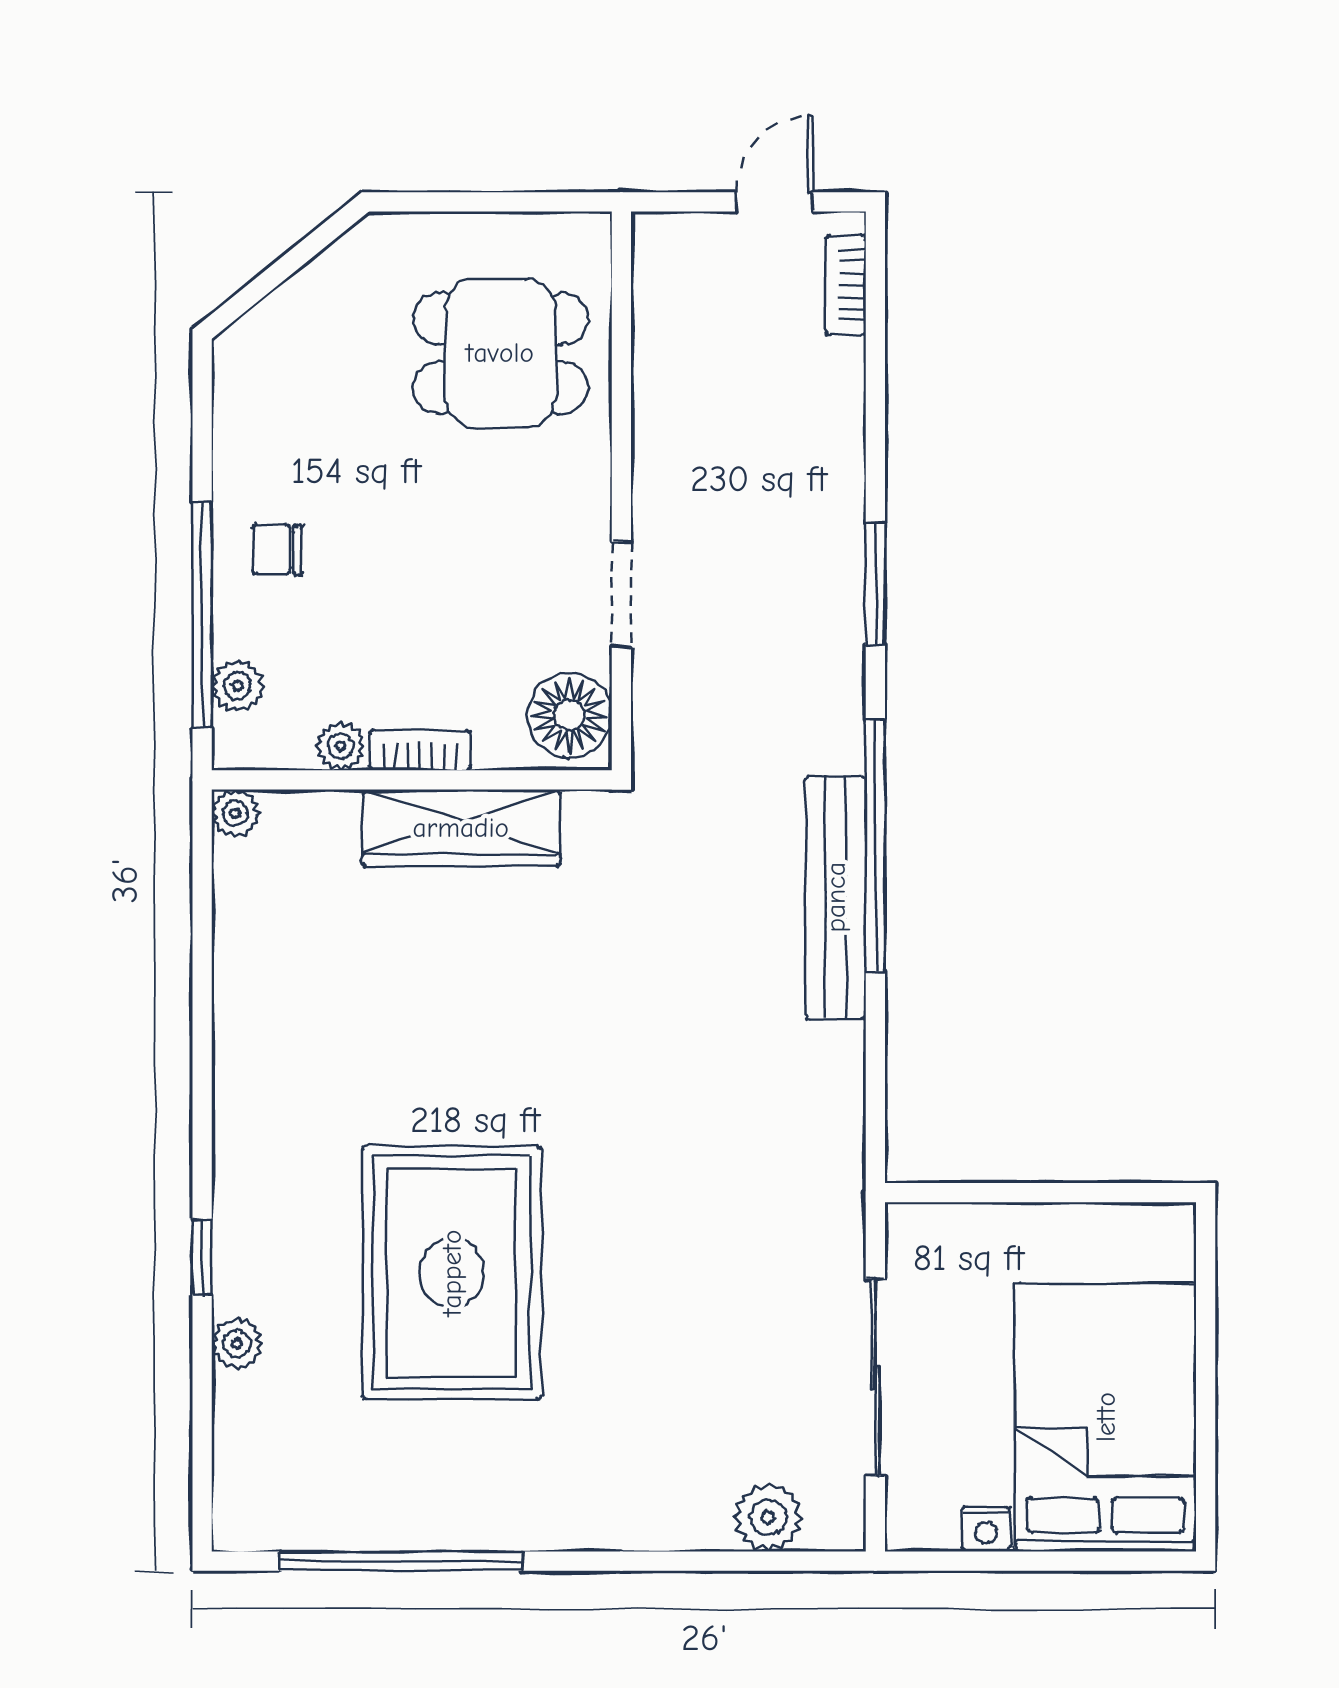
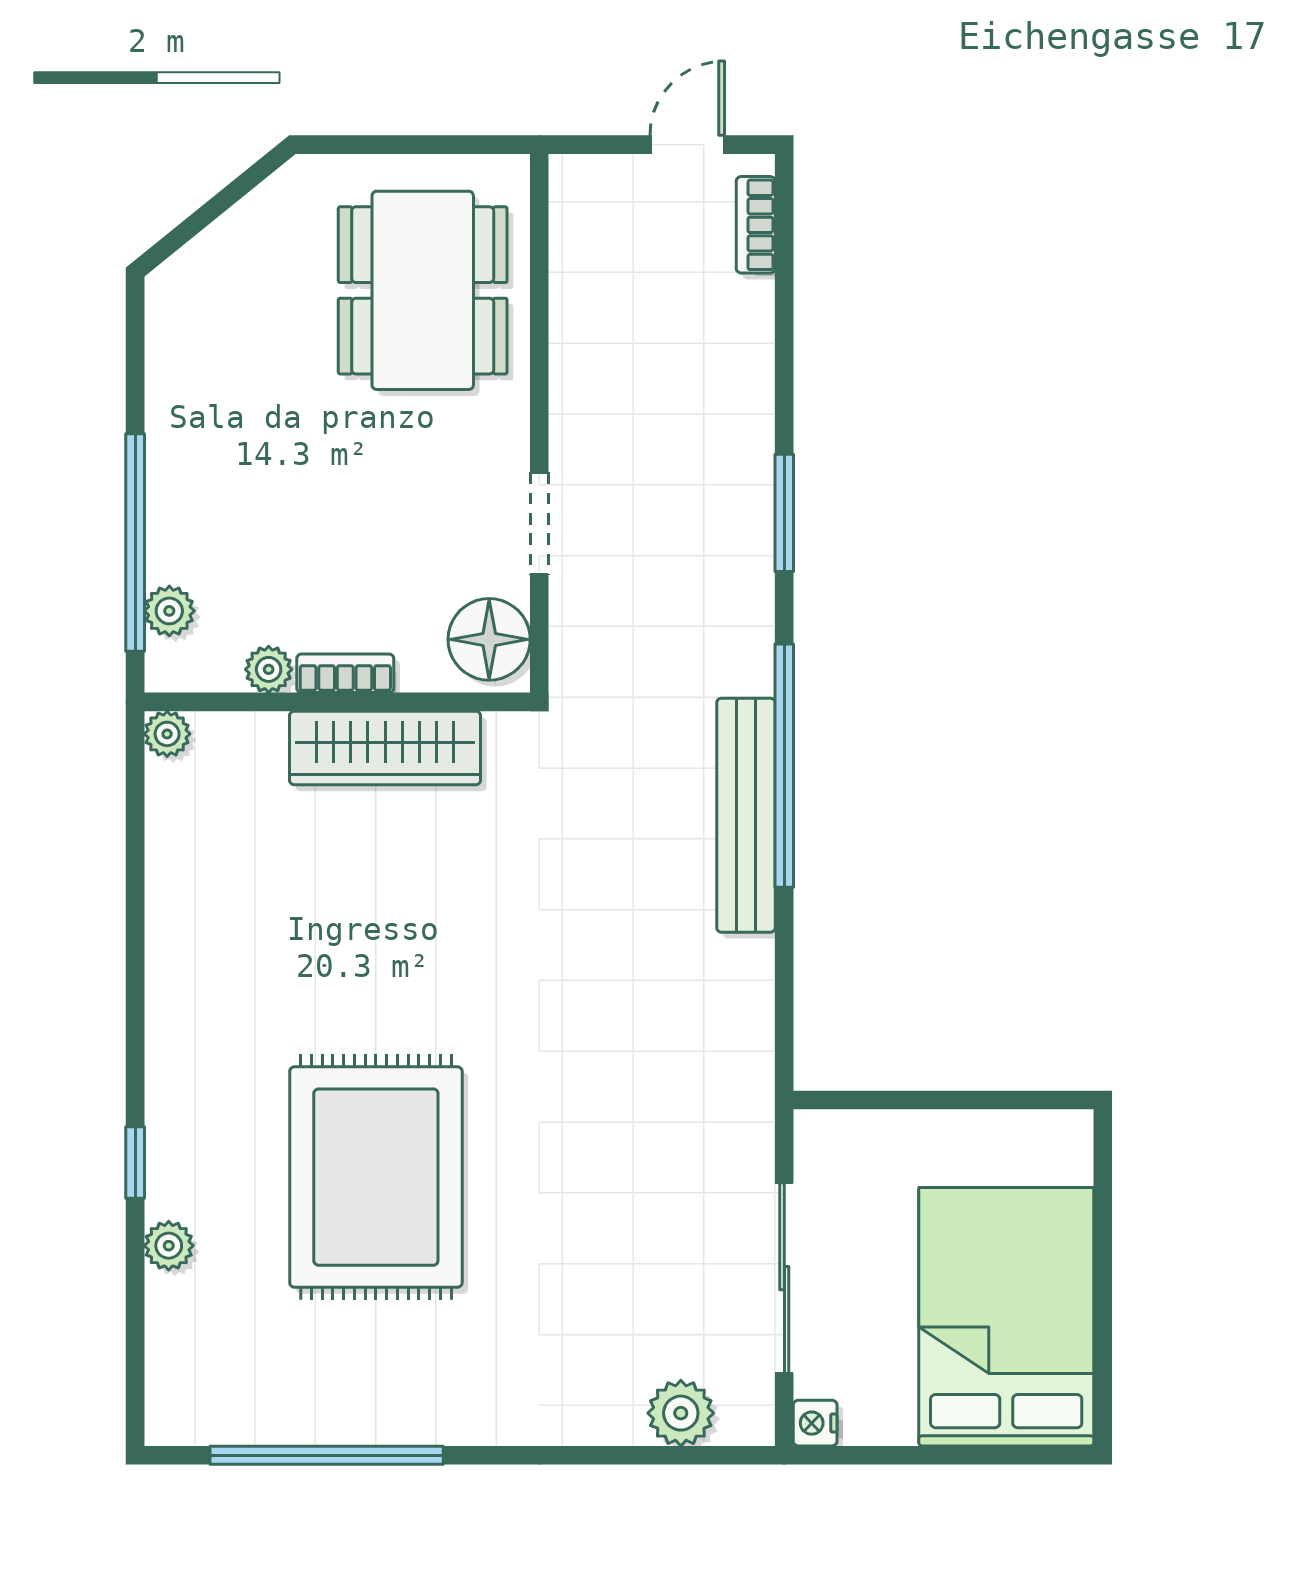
dining table: (500, 353) -> (423, 290), width x1.38
chair: (277, 550) -> (208, 480), removed
nightstand: (986, 1529) -> (815, 1423), moved, turned 90

